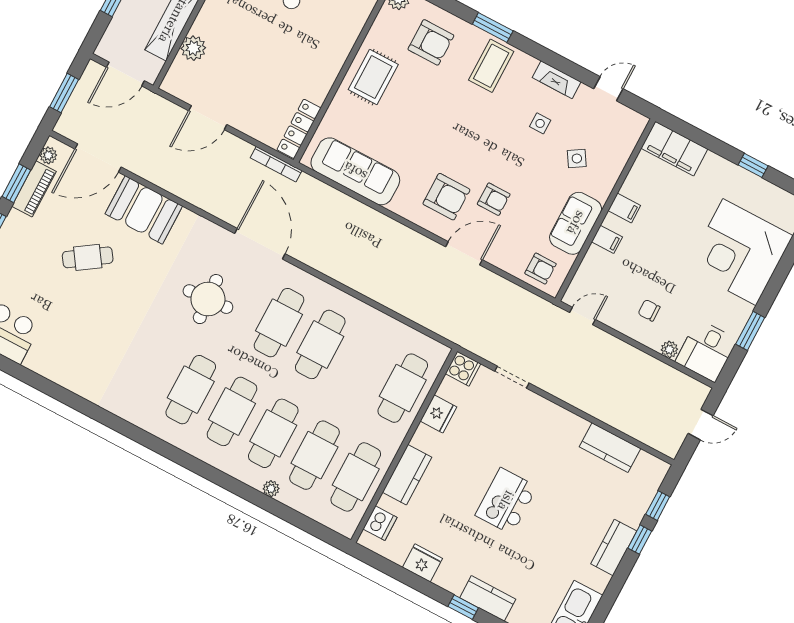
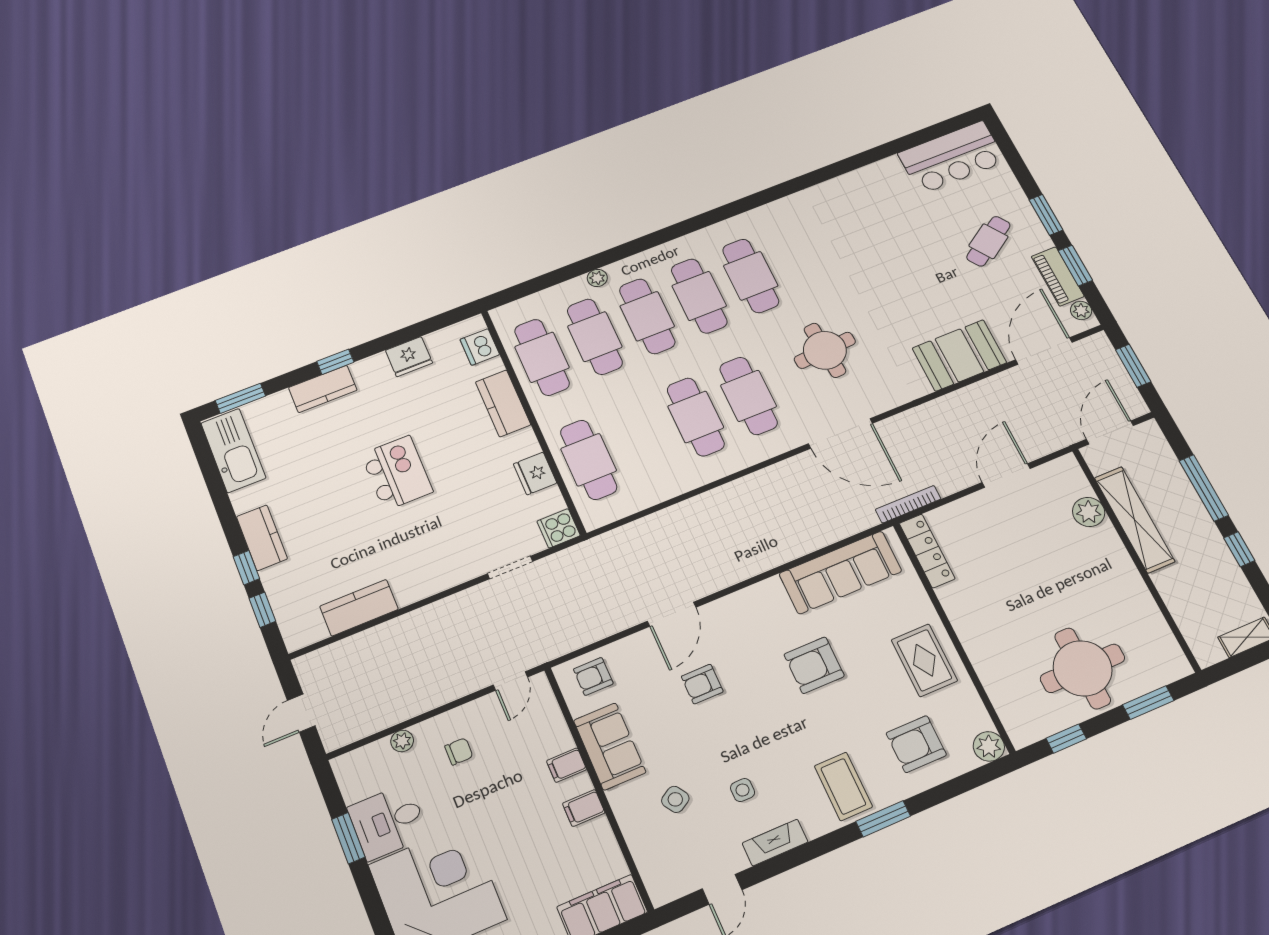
armchair: (446, 197) -> (814, 665), moved
cafe table: (88, 257) -> (988, 241), moved
desk: (706, 351) -> (388, 822), moved, turned -90

